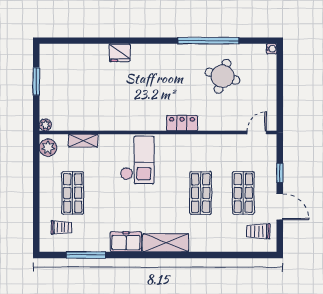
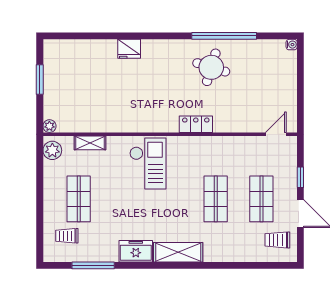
round table: (223, 76) -> (211, 67), moved
trolley: (62, 227) -> (67, 236), turned 180

